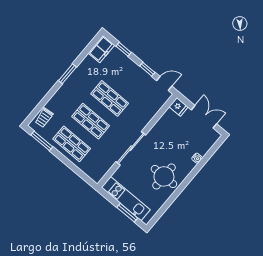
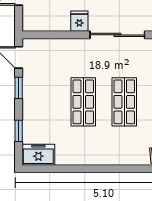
window: (67, 74) -> (95, 169), removed
fridge: (179, 107) -> (79, 21), moved

